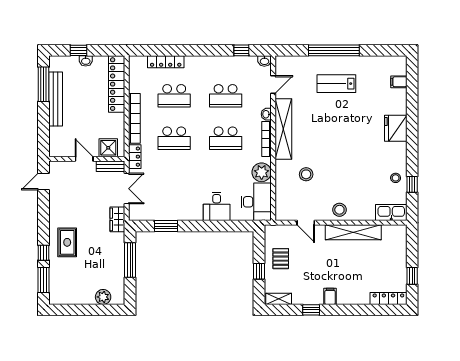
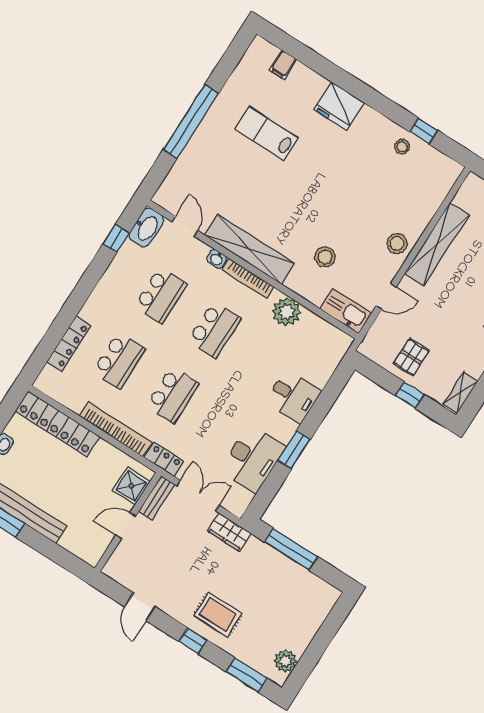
washbasin: (264, 61) -> (146, 227), width x1.91, depth x1.45
lab bench: (336, 84) -> (266, 133), moved, turned 90
door: (44, 182) -> (140, 607), moved
desk: (256, 202) -> (252, 459), moved, turned 90
kitchen sink: (391, 213) -> (346, 311), moved, turned 90
window: (166, 226) -> (294, 450), moved
window: (44, 253) -> (193, 641), moved
pallet: (281, 259) -> (411, 357), turned 90
plant: (103, 297) -> (286, 661), moved

